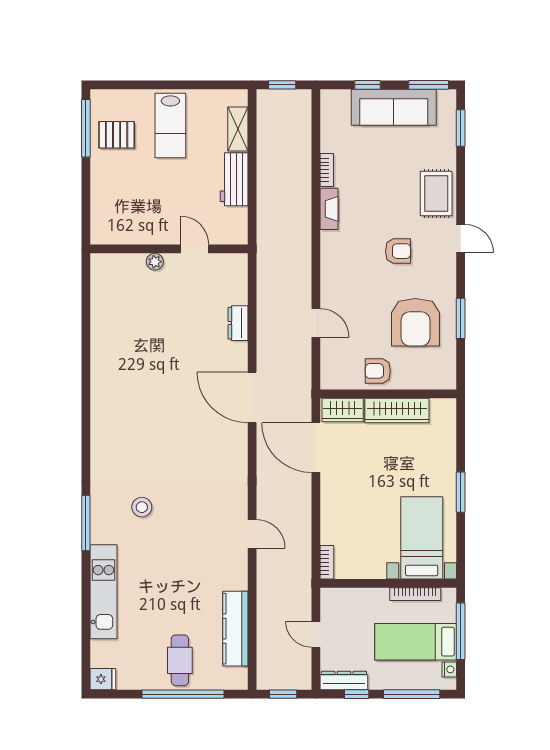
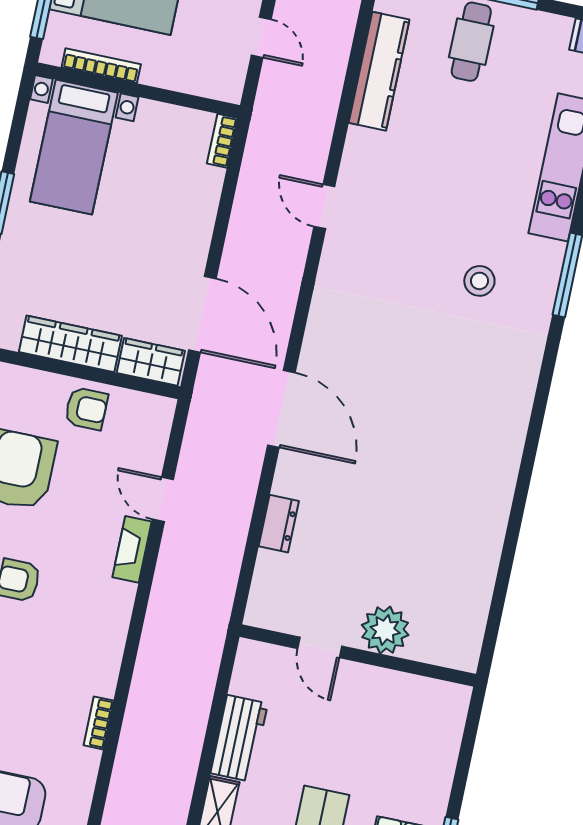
fireplace: (329, 209) -> (132, 549), moved
plant: (155, 262) -> (385, 630), width x1.87, depth x1.87

